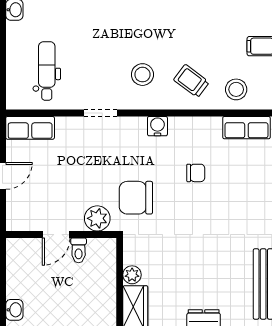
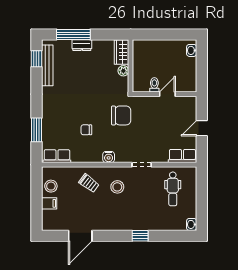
stool: (236, 89) -> (51, 186), moved
plant: (97, 218) -> (144, 103), removed

